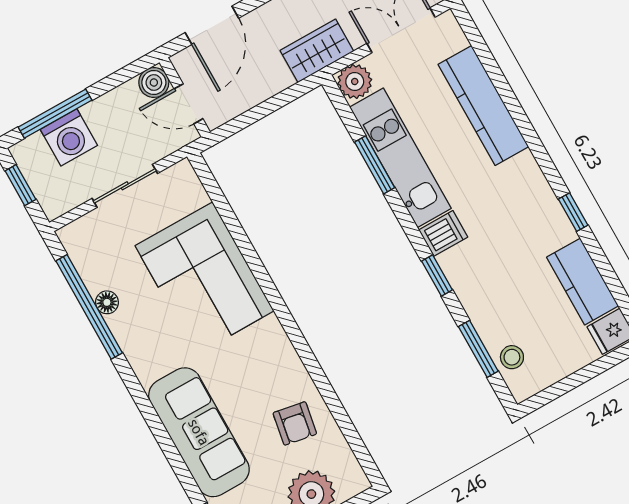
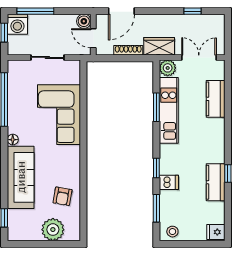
shoe rack: (265, 90) -> (128, 50), added
kitchen counter: (483, 105) -> (216, 99), width x0.67
washing machine: (69, 137) -> (17, 24), moved
dishwasher: (443, 233) -> (169, 182), moved
kitchen counter: (583, 282) -> (216, 182), moved
floor lamp: (107, 302) -> (13, 140), moved
stool: (512, 357) -> (172, 232), moved

